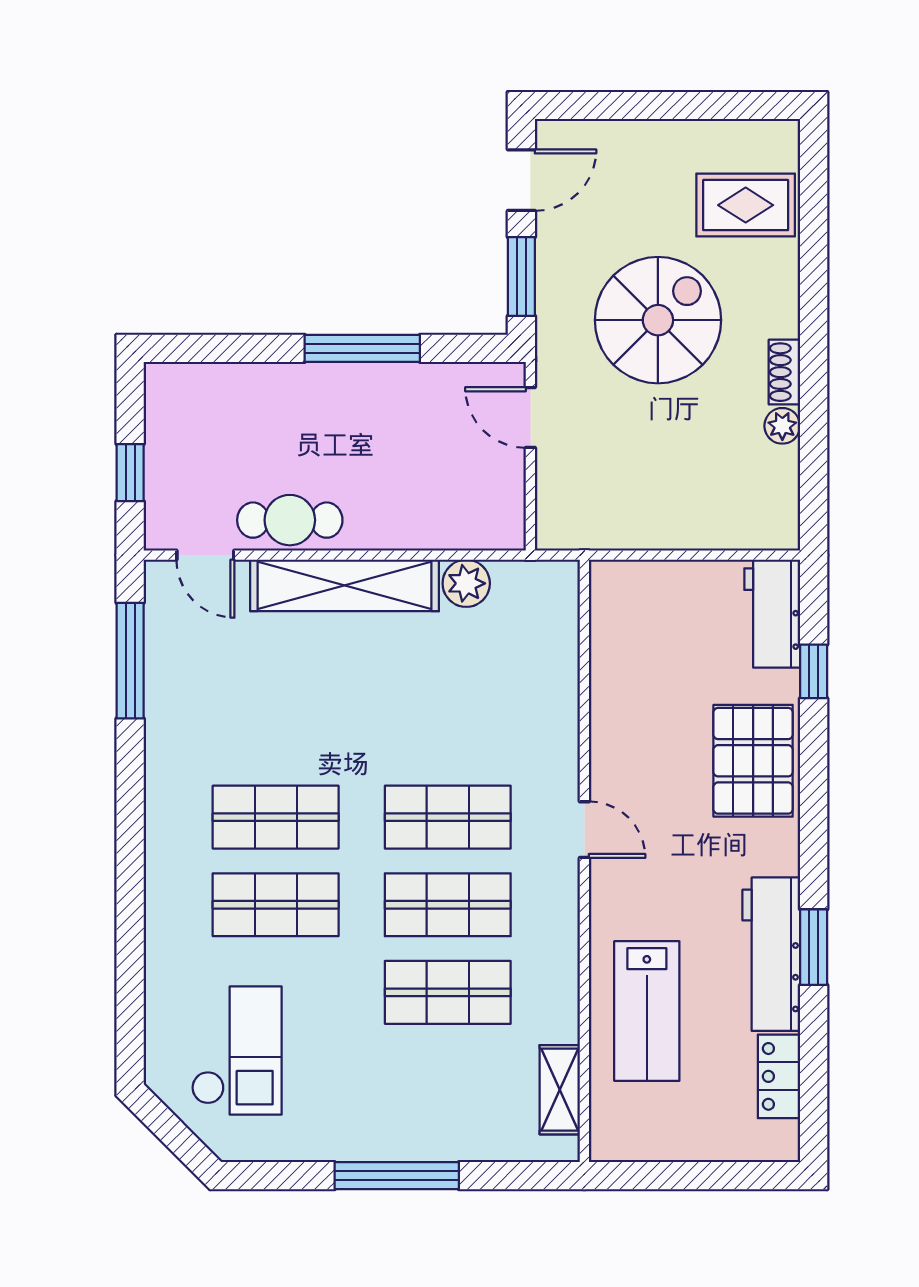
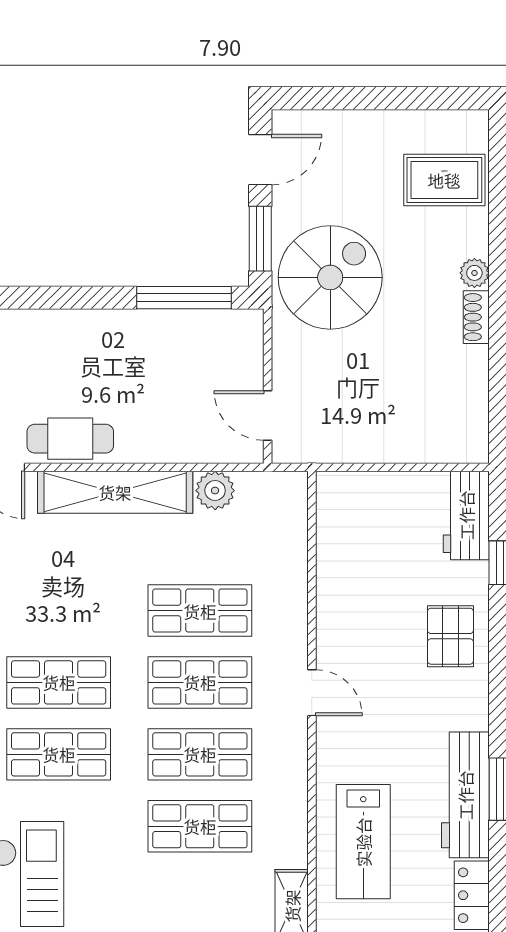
spiral stairs: (658, 320) -> (330, 277), moved
window: (362, 348) -> (184, 298), moved
door: (530, 418) -> (268, 416), moved
plant: (782, 426) -> (474, 273), moved
shop shelf: (448, 730) -> (200, 611), added
pallet: (753, 761) -> (450, 636), width x0.67, depth x0.71

